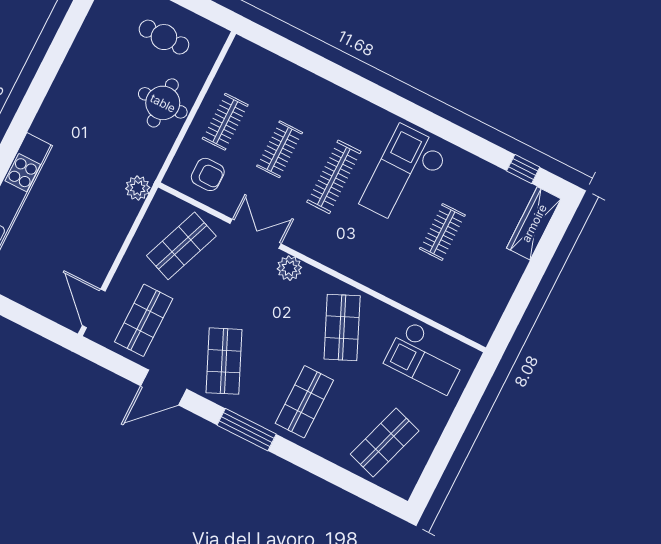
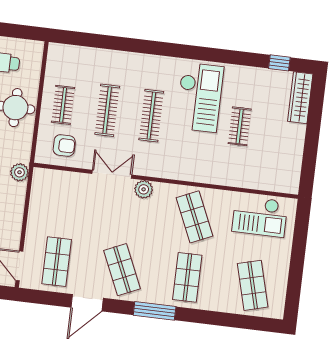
clothes rail: (280, 149) -> (107, 110), width x1.36
checkout: (404, 176) -> (200, 97), turned 180
shop shelf: (181, 246) -> (64, 201), removed
shop shelf: (385, 443) -> (253, 285), turned -33

